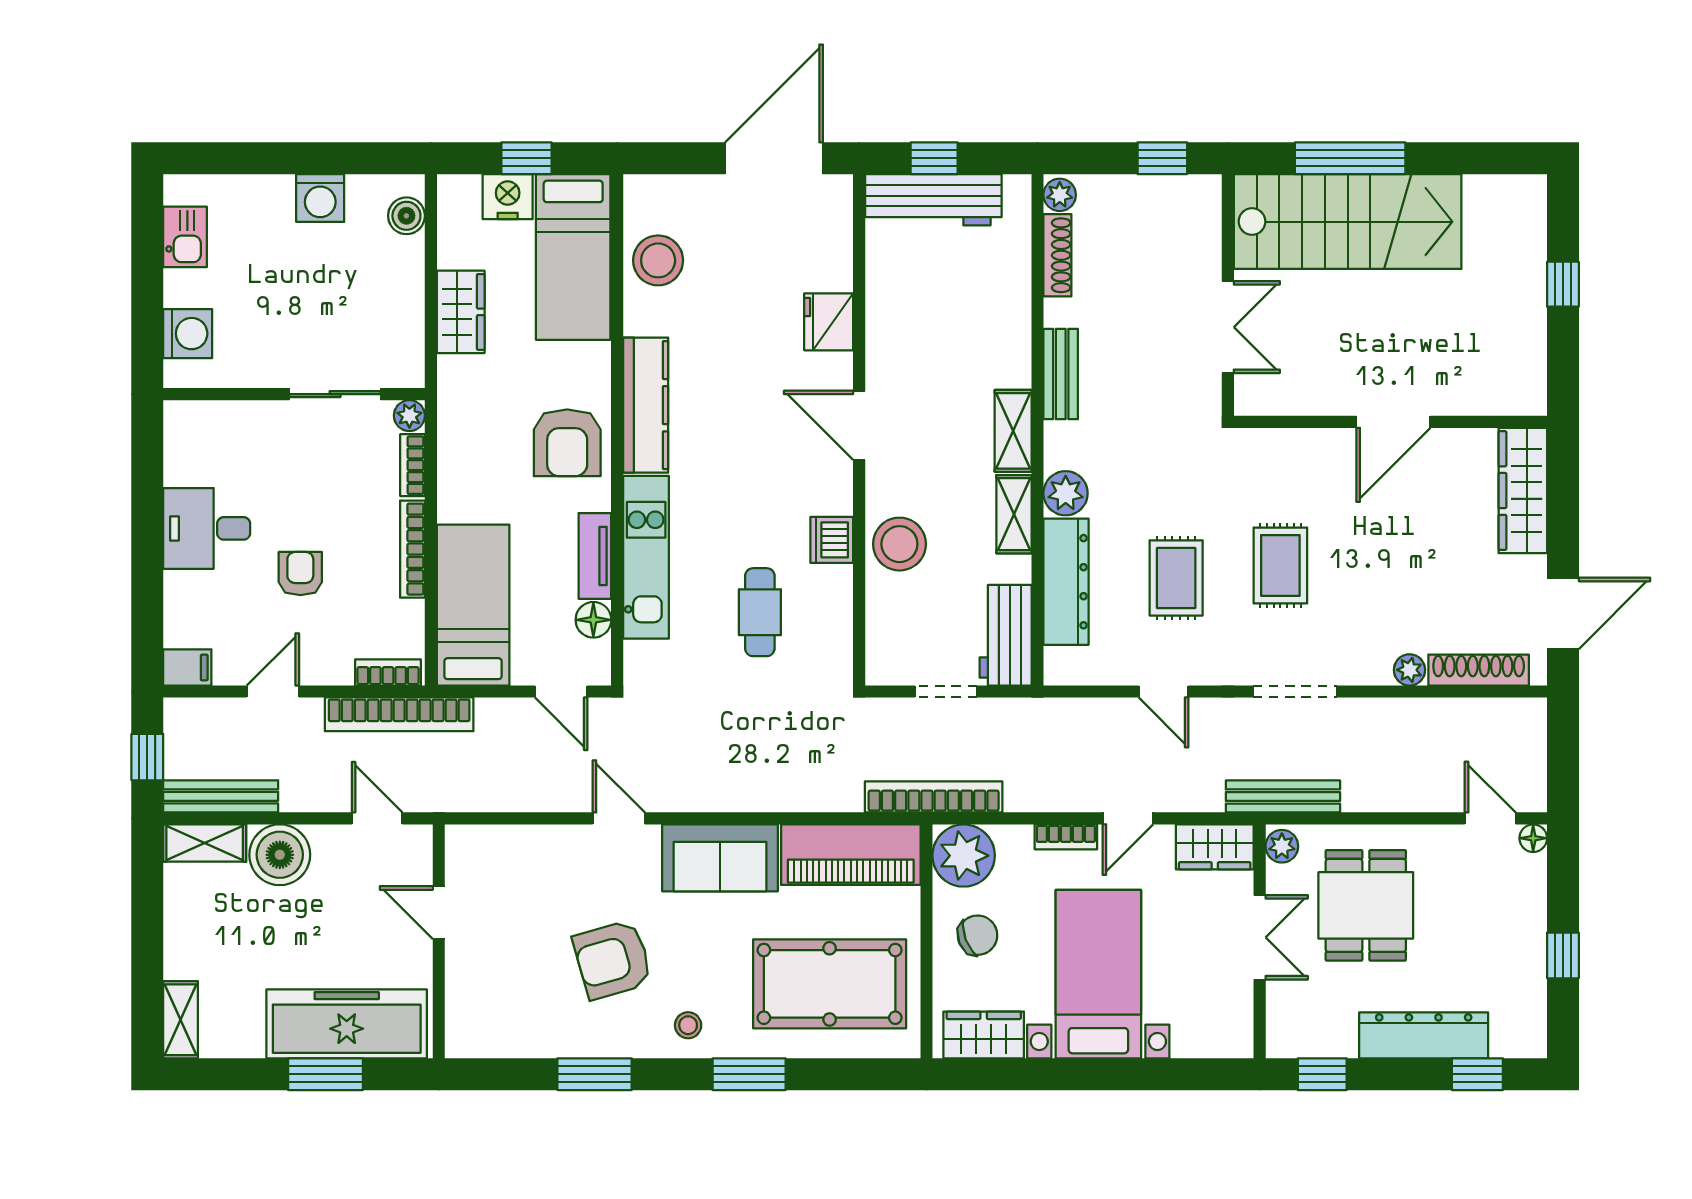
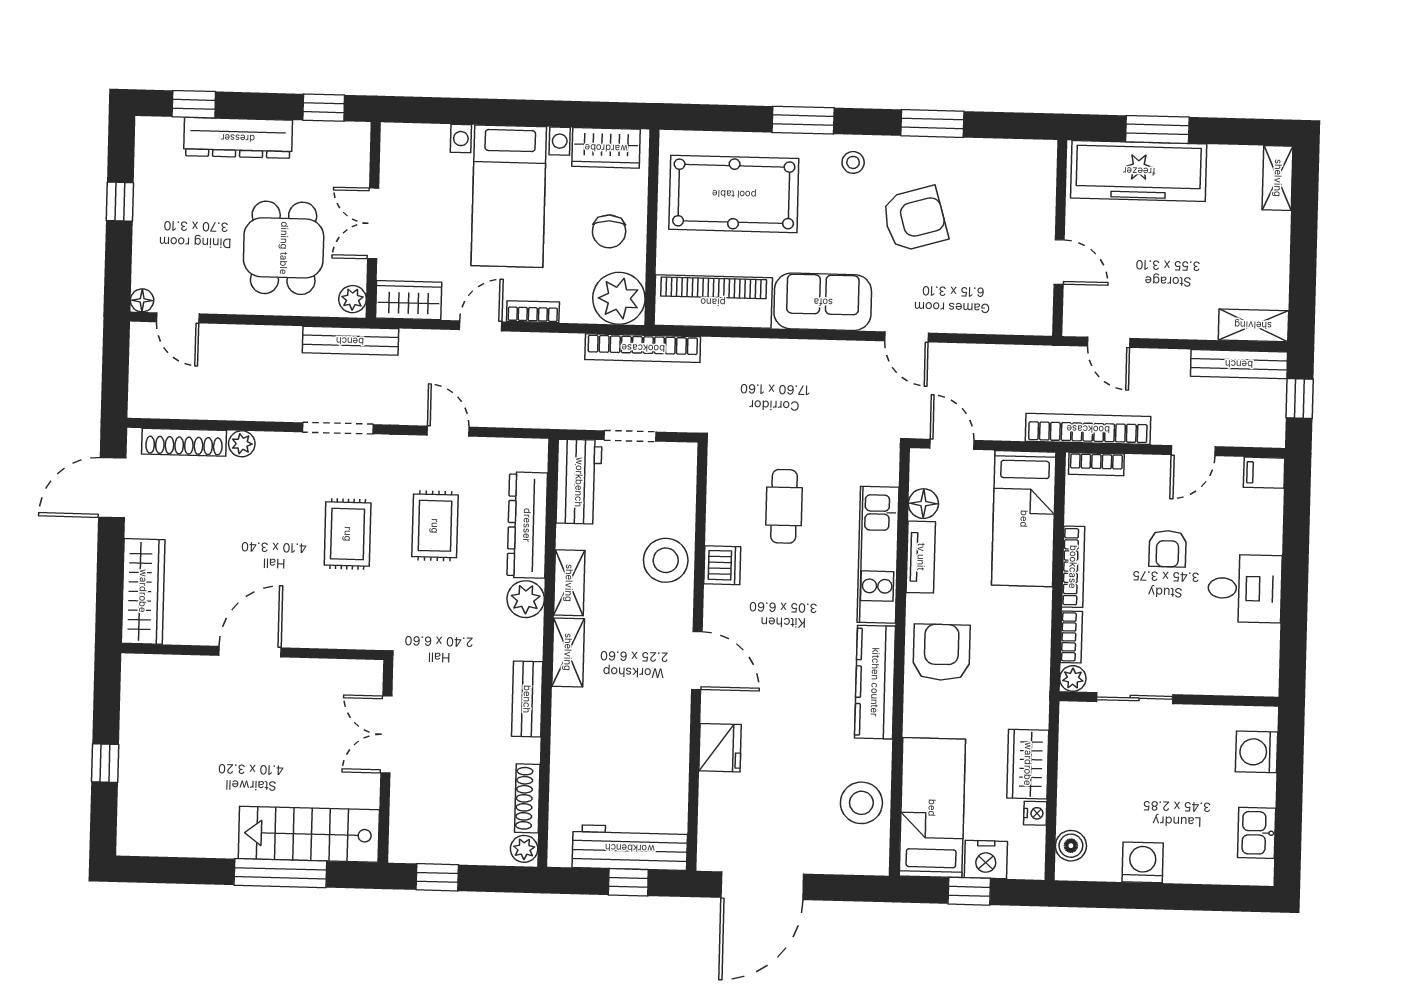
stairs: (1348, 222) -> (309, 834), width x0.73, depth x0.66
nightstand: (450, 253) -> (1035, 813), added
boiler: (280, 855) -> (1191, 314), removed
chair: (977, 935) -> (609, 231), turned -69

